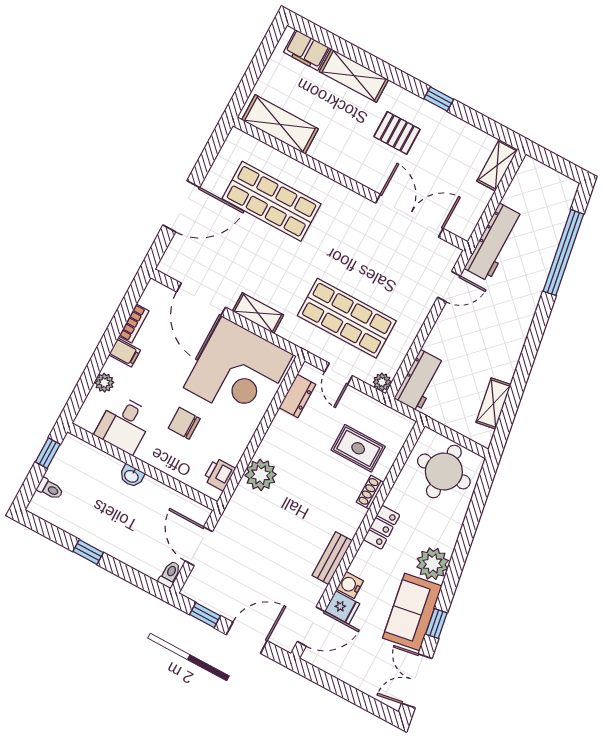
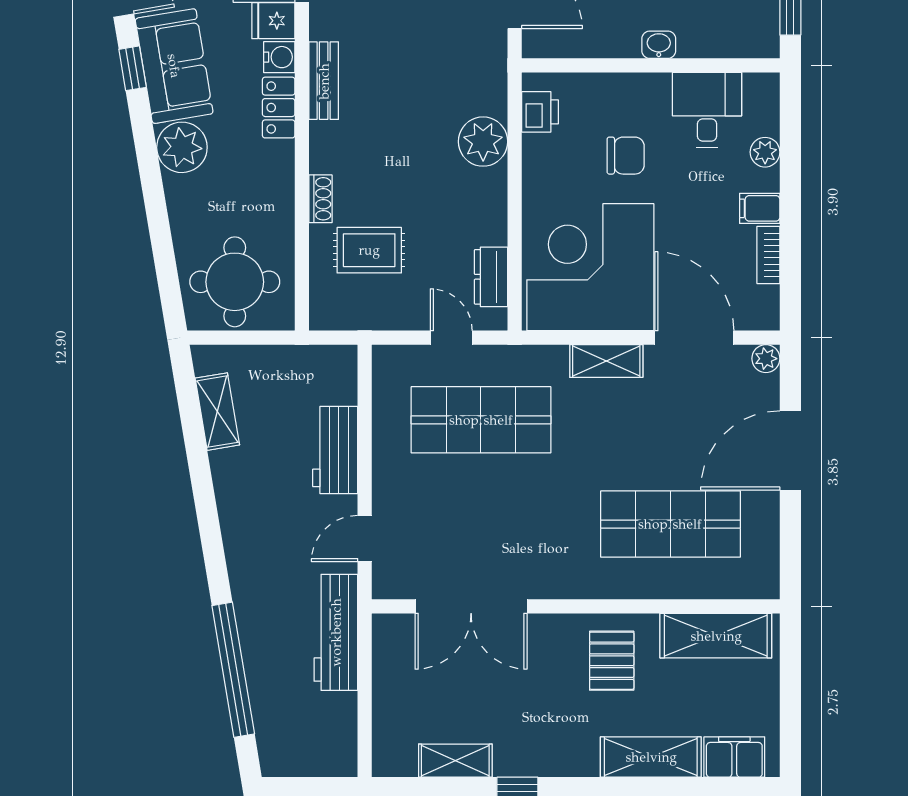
pallet: (397, 133) -> (612, 661), moved, turned 90
shelving: (497, 165) -> (455, 761), moved, turned 90
workbench: (420, 381) -> (335, 450), moved
plant: (382, 382) -> (766, 359), moved
locker: (382, 527) -> (279, 108), moved

